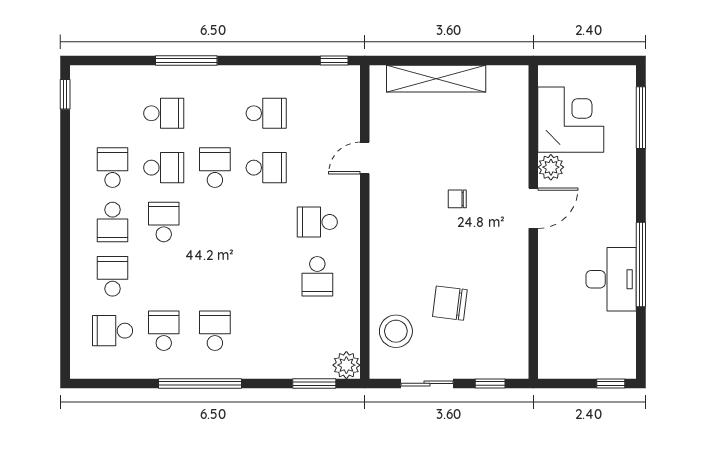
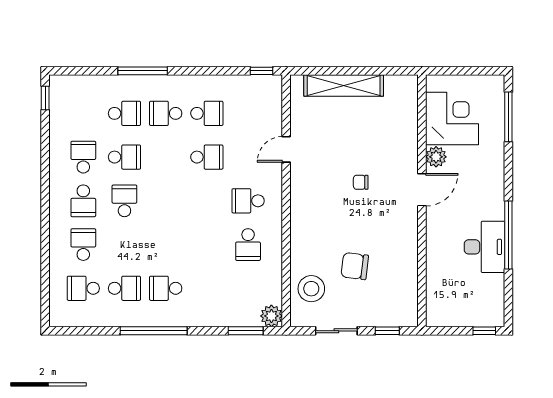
school desk: (215, 168) -> (166, 113), moved, turned -90
school desk: (164, 331) -> (124, 288), turned 90
school desk: (215, 331) -> (166, 288), turned -90

